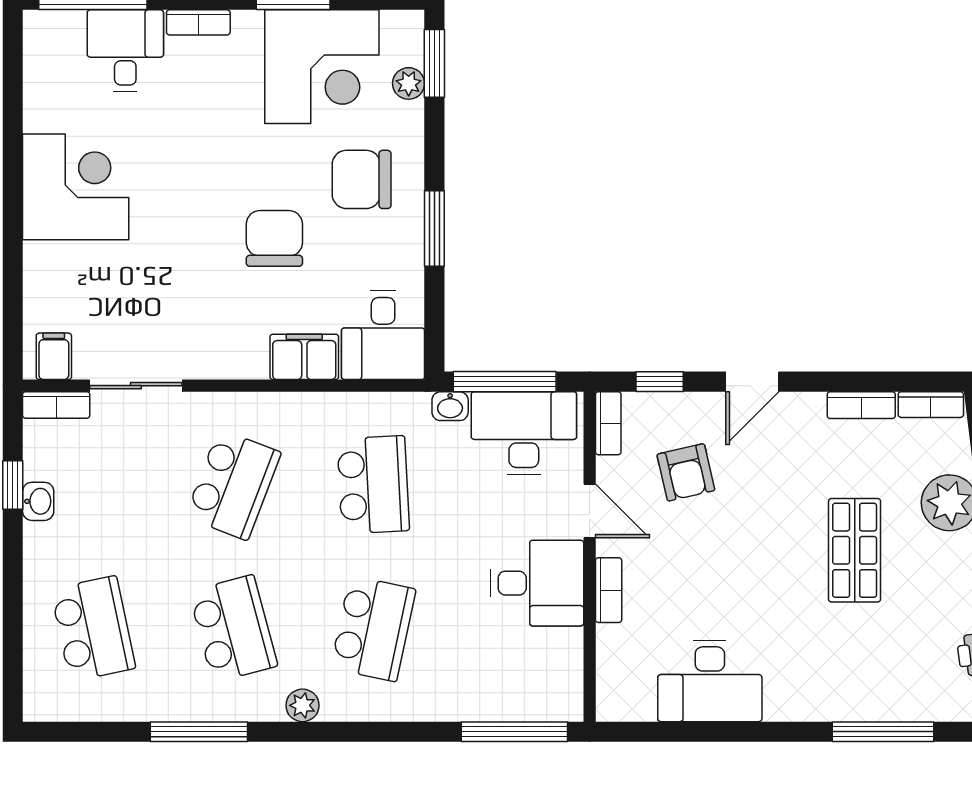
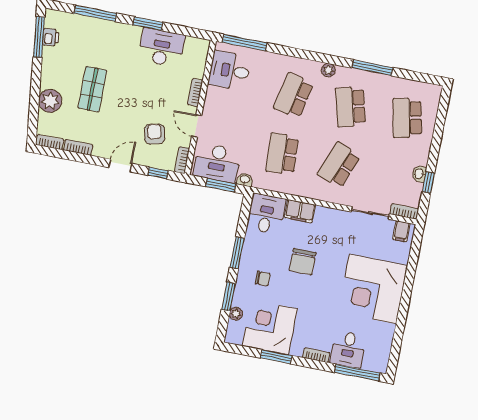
window: (434, 63) -> (228, 297), moved
chair: (362, 179) -> (263, 279), width x0.54, depth x0.54
corner desk: (76, 187) -> (373, 289), width x1.36, depth x1.36
window: (505, 382) -> (221, 185), width x0.69
desk: (537, 583) -> (230, 71), moved
window: (753, 732) -> (148, 24), added

